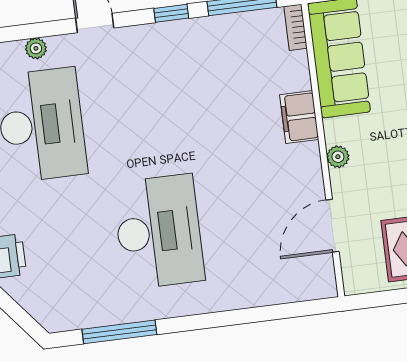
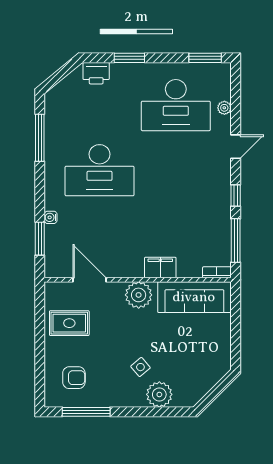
plant: (338, 157) -> (139, 295), width x1.88, depth x1.88
water cooler: (242, 299) -> (51, 217), added
window: (278, 312) -> (40, 239), added

